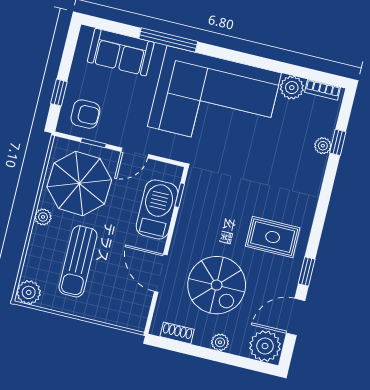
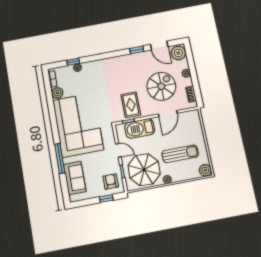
rug: (273, 237) -> (131, 105), moved

